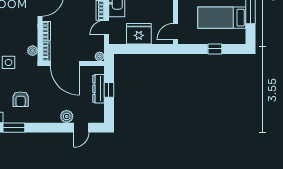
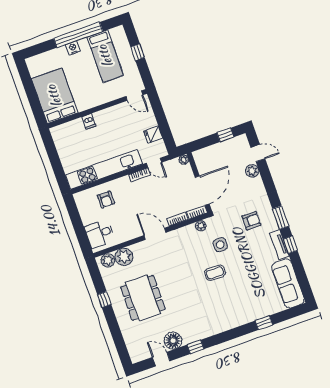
fridge: (139, 34) -> (153, 135), width x0.53, depth x0.75
dresser: (99, 89) -> (215, 150), removed
window: (109, 90) -> (225, 135), moved

